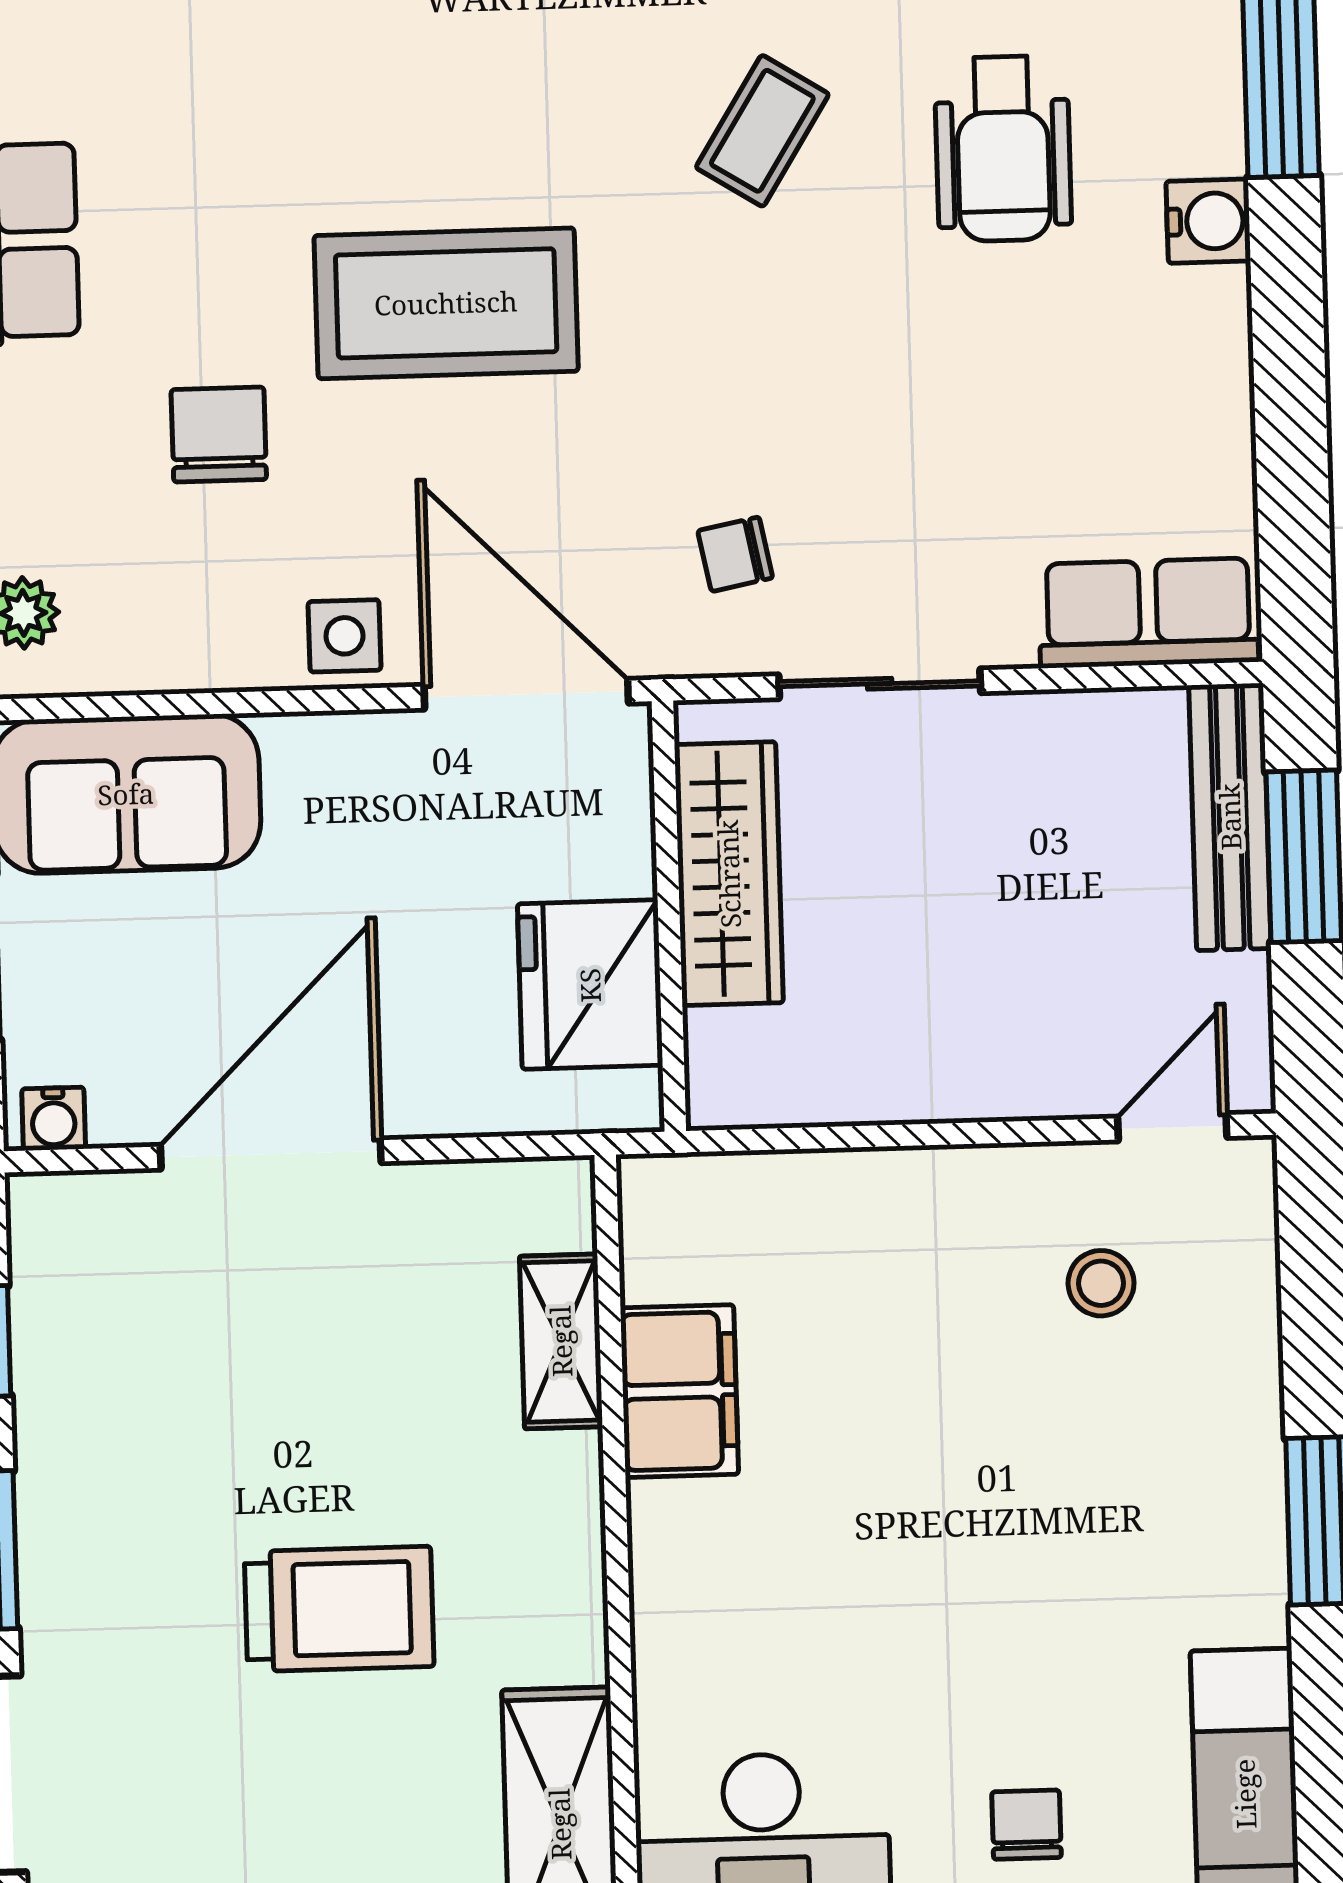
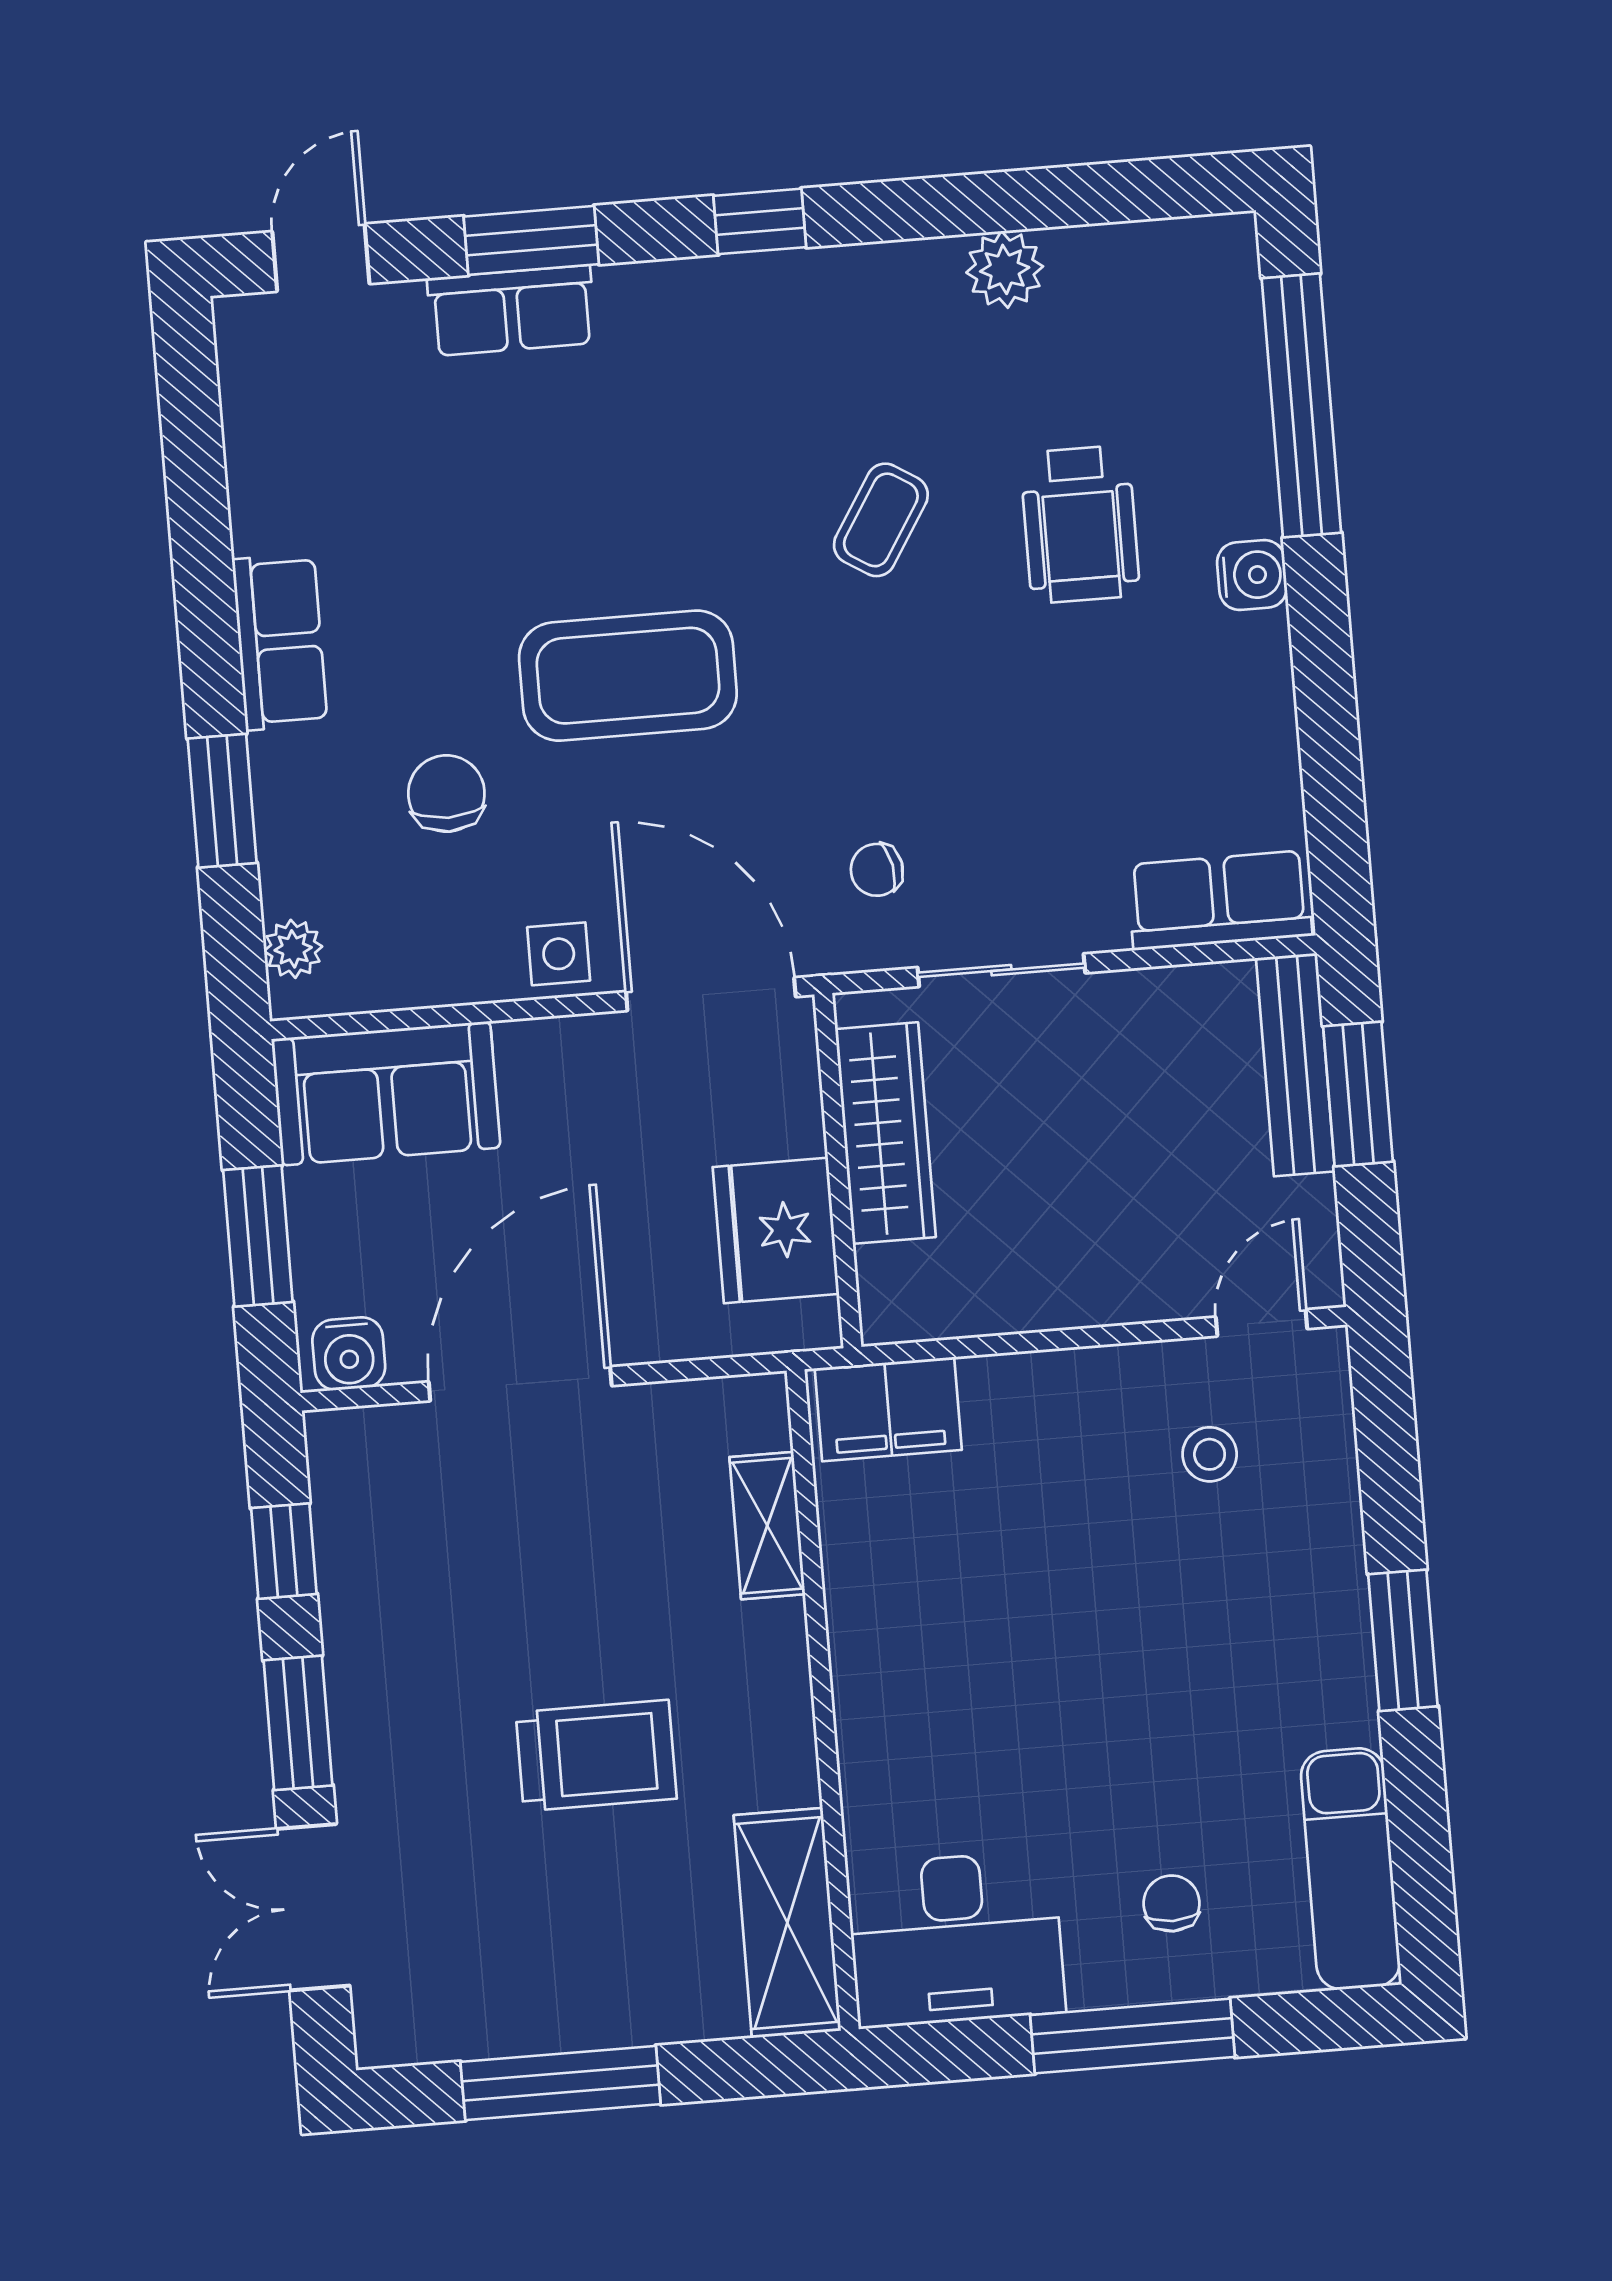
water cooler: (54, 1119) -> (349, 1354), width x1.38, depth x1.38
filing cabinet: (679, 1391) -> (888, 1409), moved, turned 90

